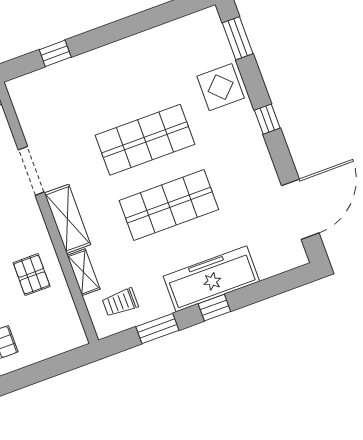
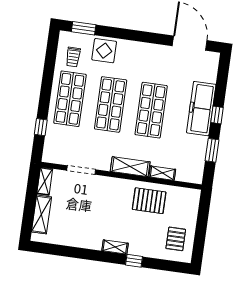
shop shelf: (121, 74) -> (70, 99), added
window: (267, 119) -> (134, 35), removed
doorway: (31, 171) -> (81, 170), moved
pallet: (32, 275) -> (149, 201), width x1.50, depth x1.42
trolley: (120, 302) -> (73, 57), moved

